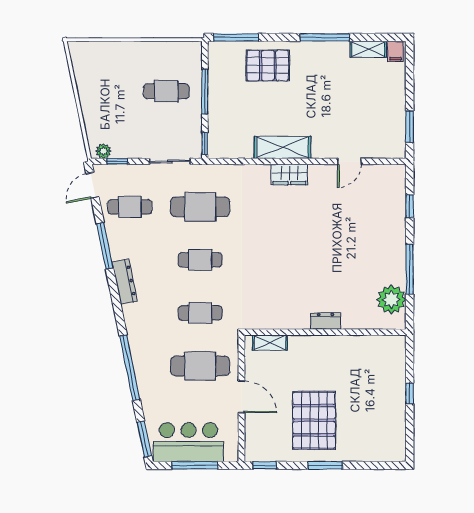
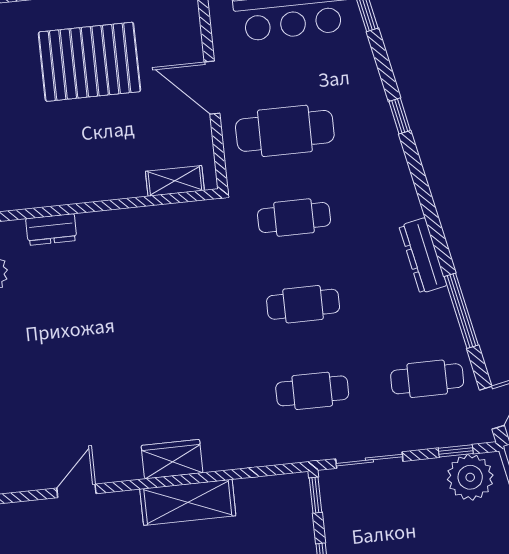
plant: (103, 151) -> (470, 477), width x1.88, depth x1.88
cafe table: (200, 207) -> (312, 391), width x0.73, depth x0.74
dresser: (325, 321) -> (51, 230), moved
window: (130, 368) -> (400, 116), width x0.32
pallet: (314, 420) -> (89, 62), turned 90

